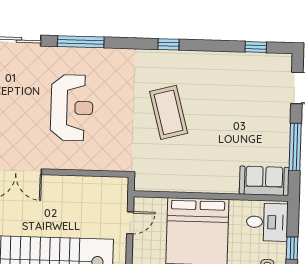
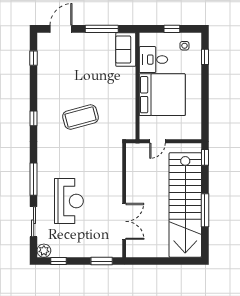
reception desk: (72, 108) -> (69, 201), moved, turned 90
desk: (267, 222) -> (153, 60), moved, turned -90
door: (130, 223) -> (157, 141), swing flipped

